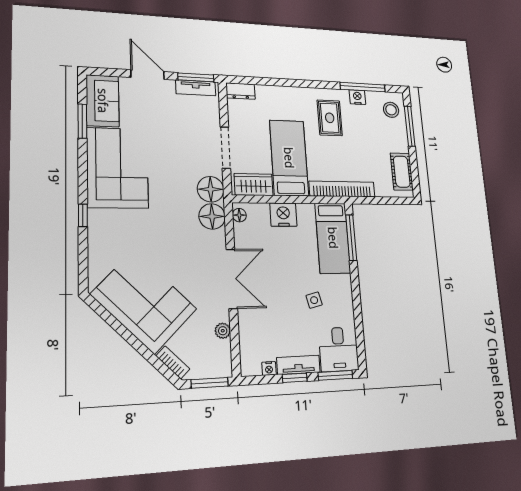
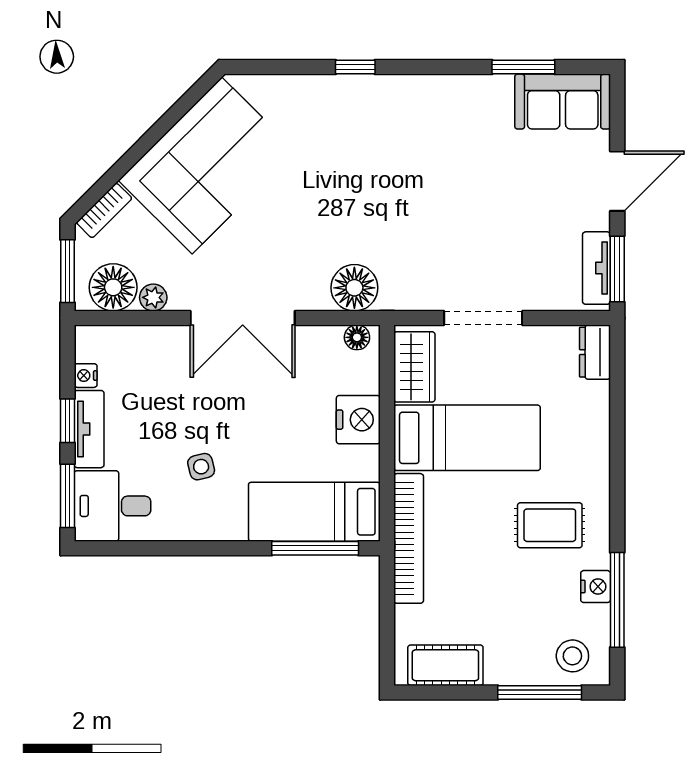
corner sofa: (117, 168) -> (440, 125), removed
floor lamp: (211, 189) -> (113, 287), moved

